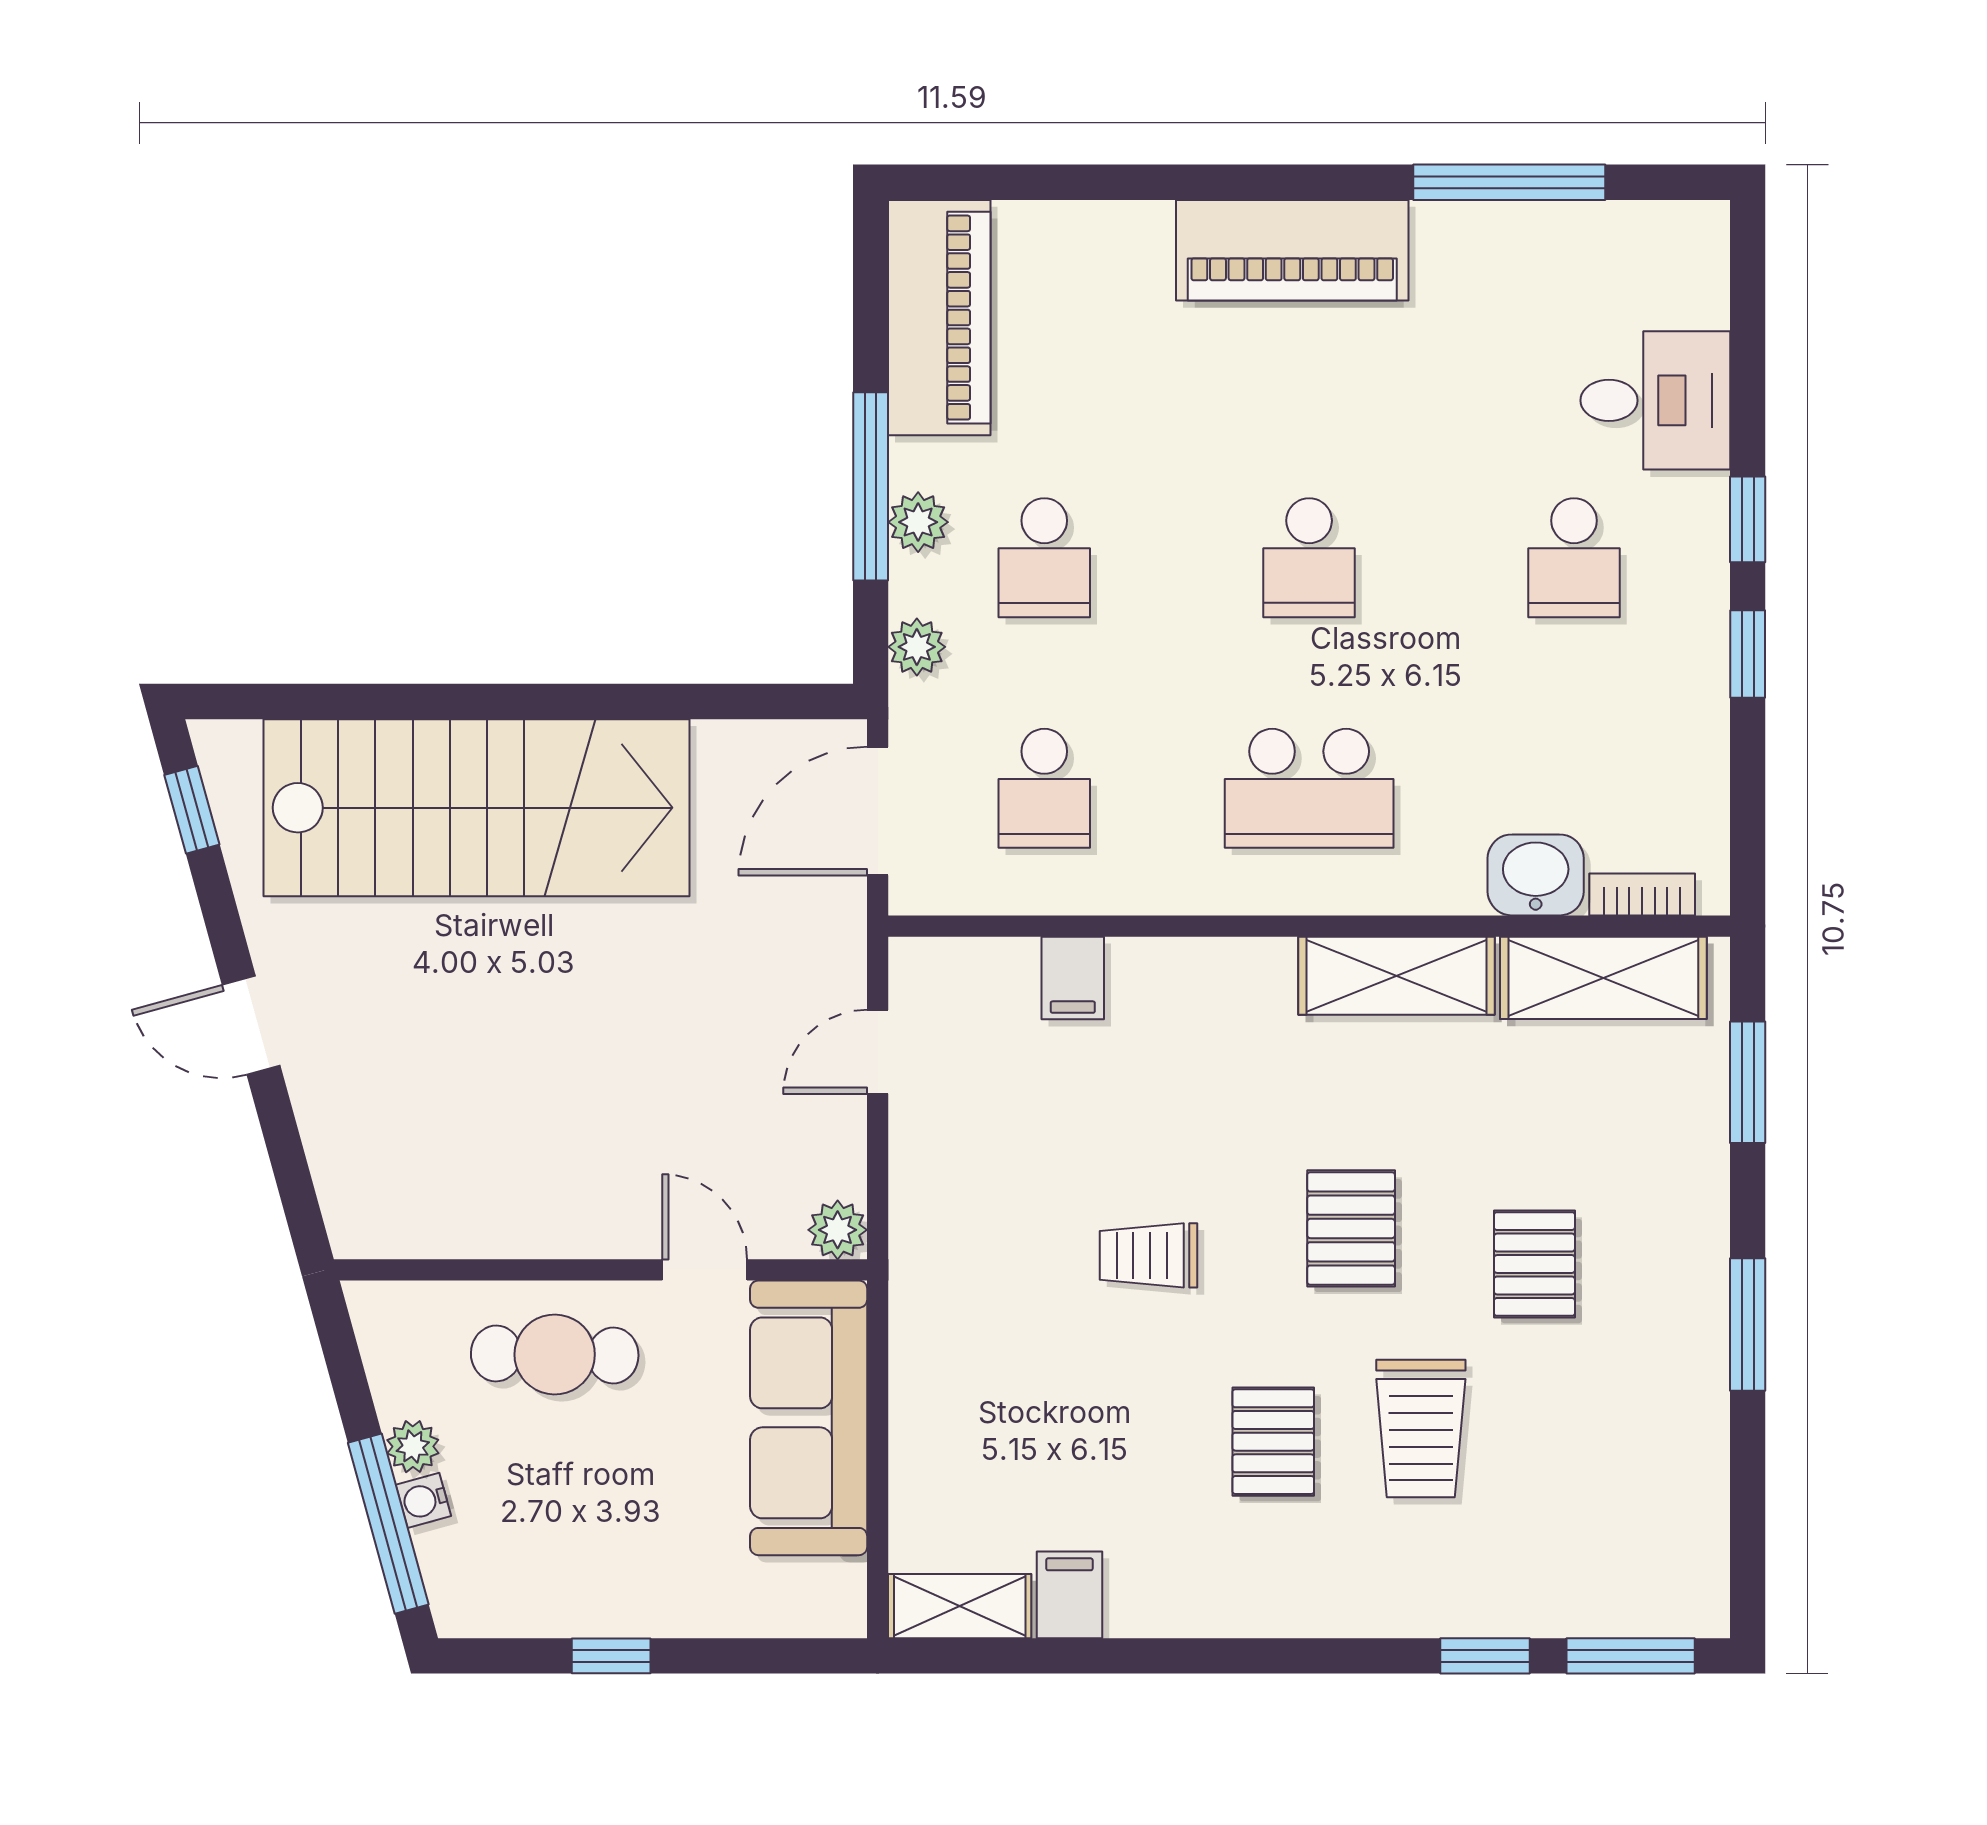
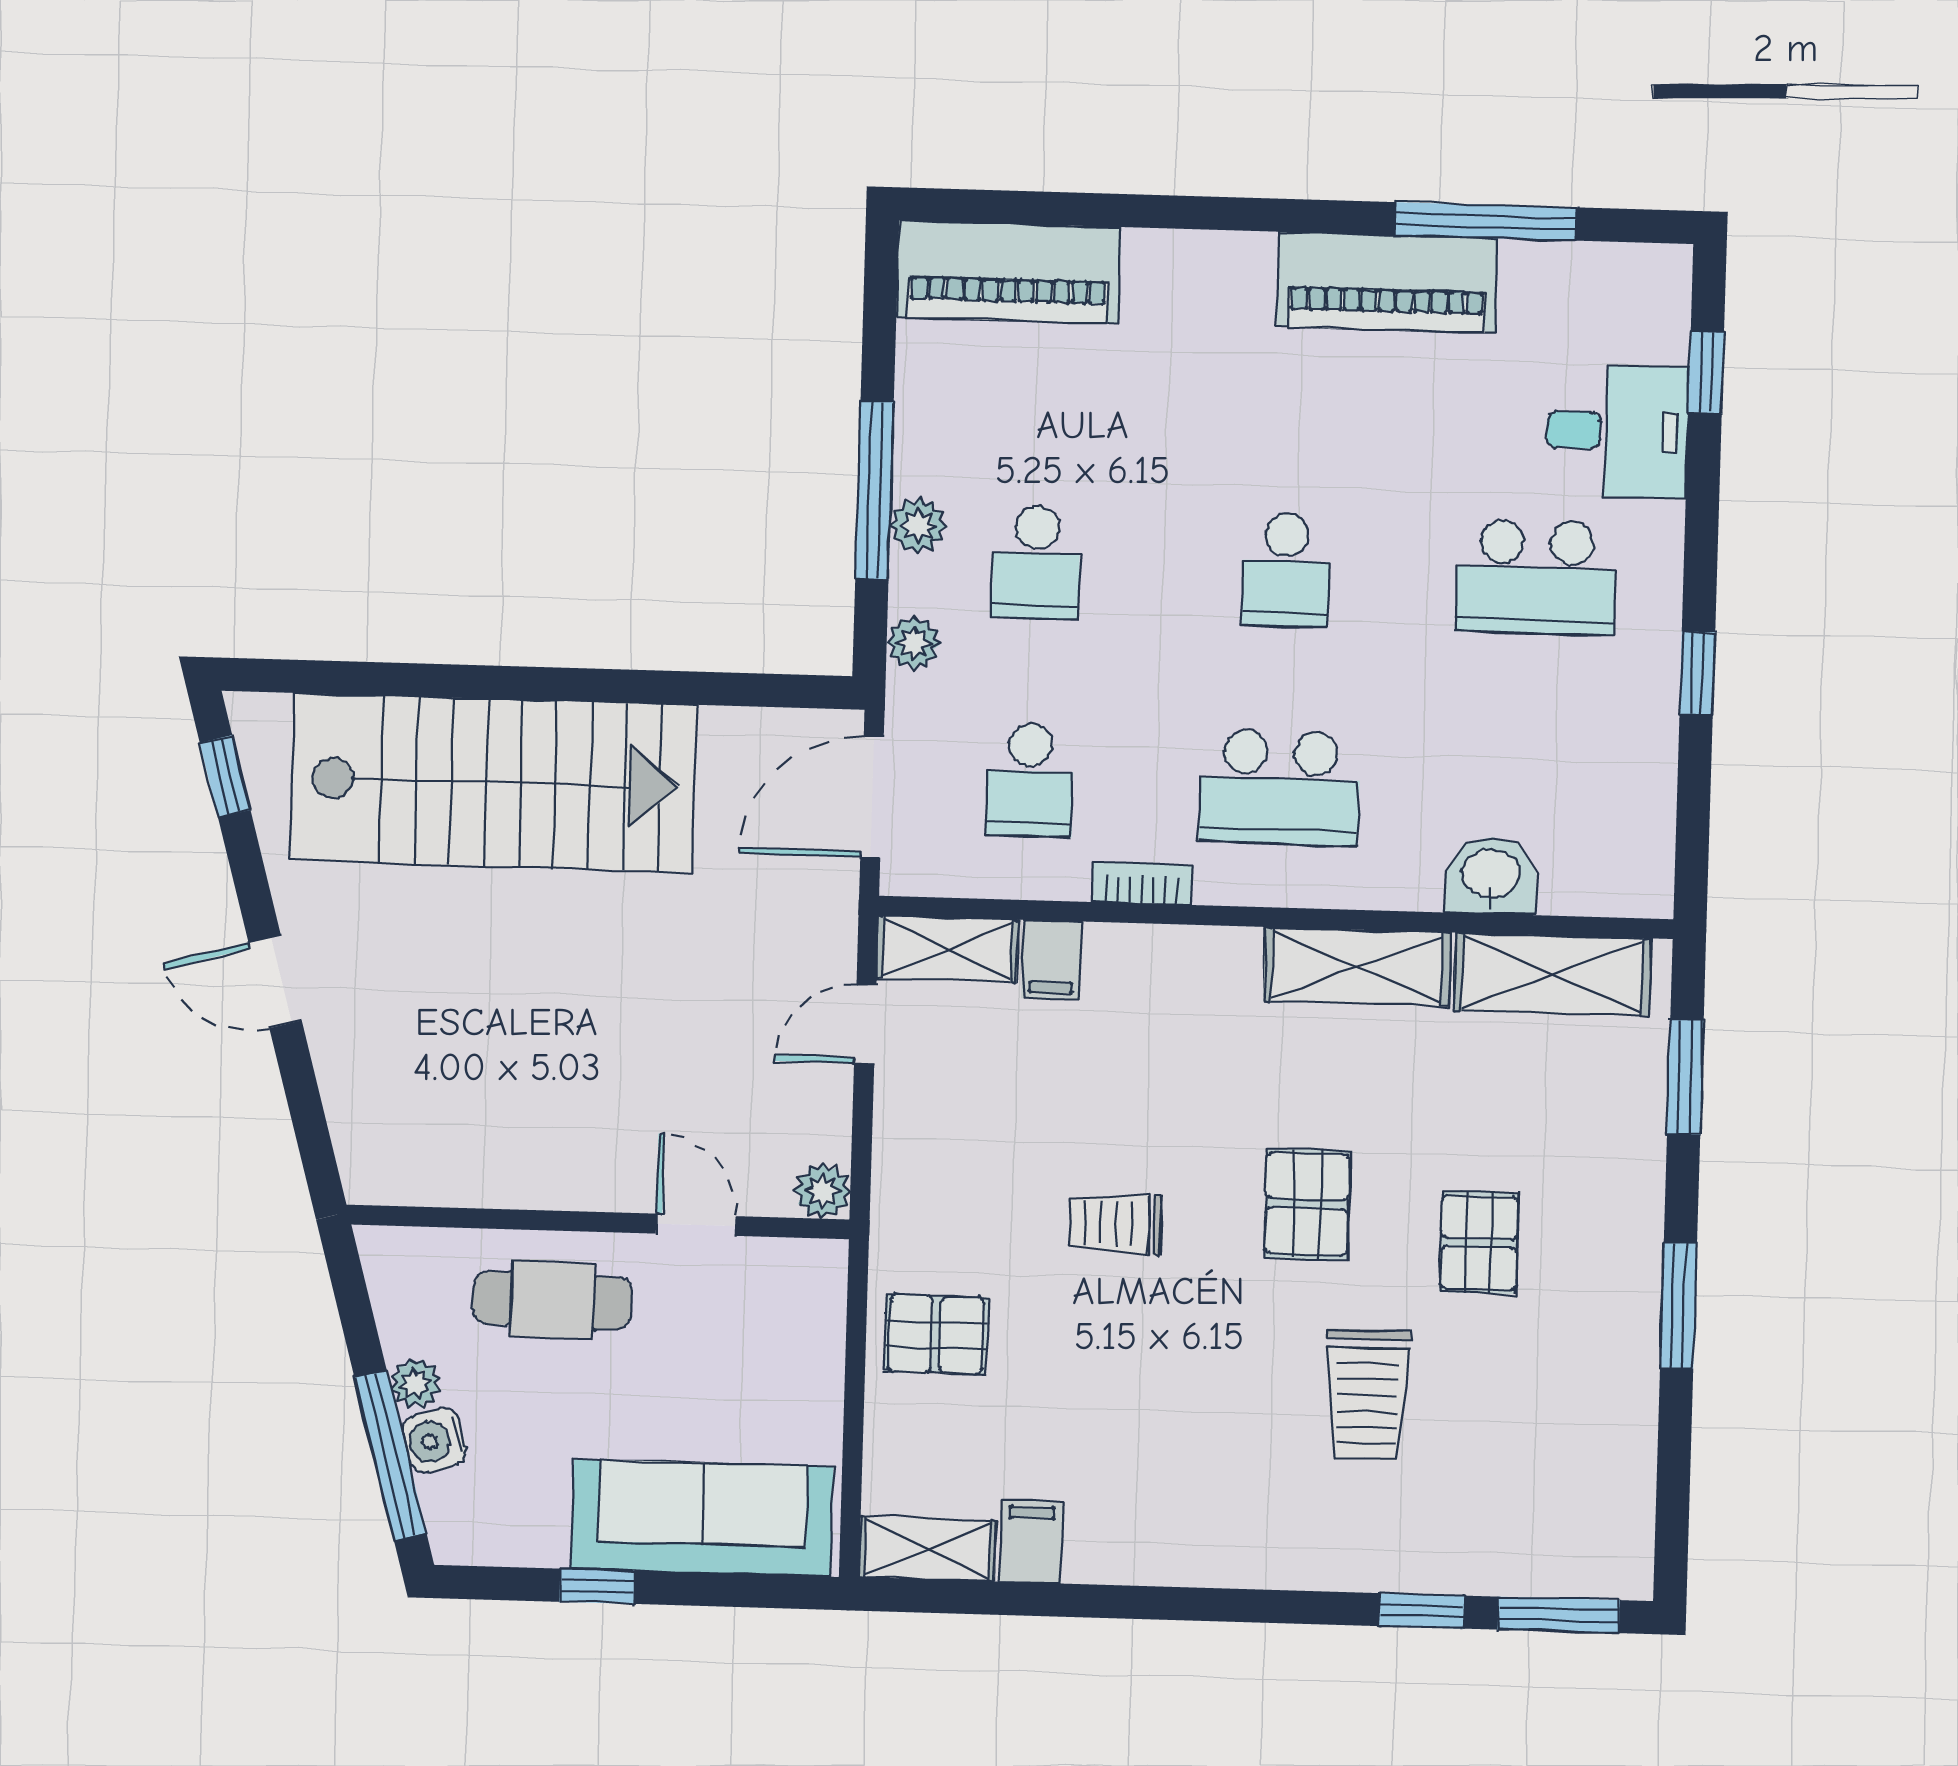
piano: (1292, 250) -> (1387, 283), moved
piano: (939, 318) -> (1009, 272), moved, turned 90
window: (1748, 519) -> (1706, 372), moved
school desk: (1574, 558) -> (1536, 577), width x1.85
bookcase: (1642, 894) -> (1142, 884), moved
shelving: (962, 970) -> (947, 949), added
sofa: (809, 1418) -> (702, 1518), moved, turned 90
pallet: (1273, 1442) -> (936, 1334), moved, turned 90
water cooler: (423, 1500) -> (434, 1441), width x1.38, depth x1.38

